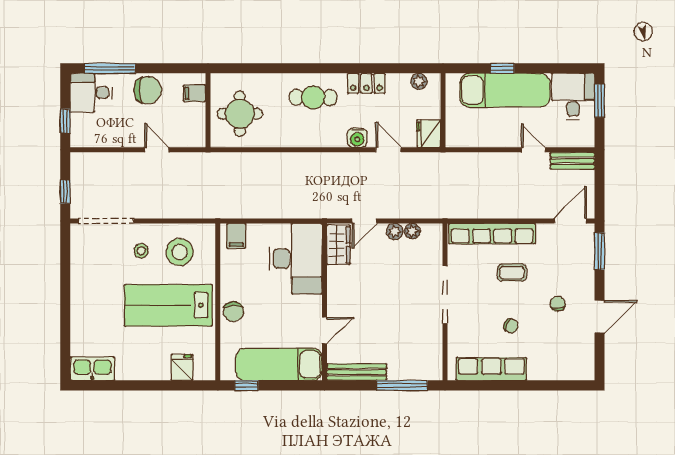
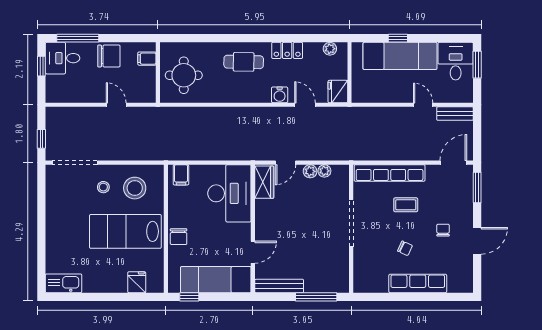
window: (65, 121) -> (41, 66), moved
row of seats: (491, 369) -> (418, 283), moved

